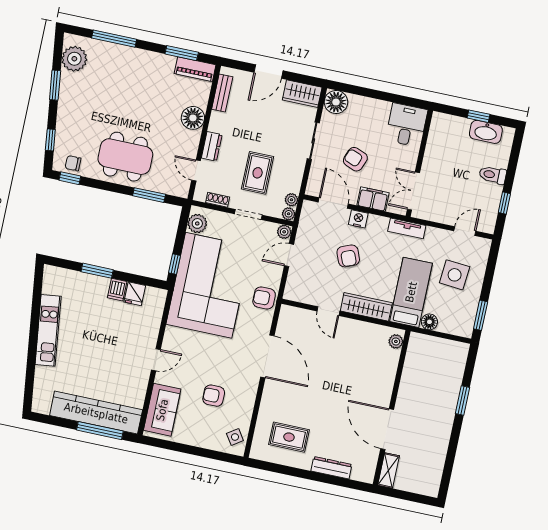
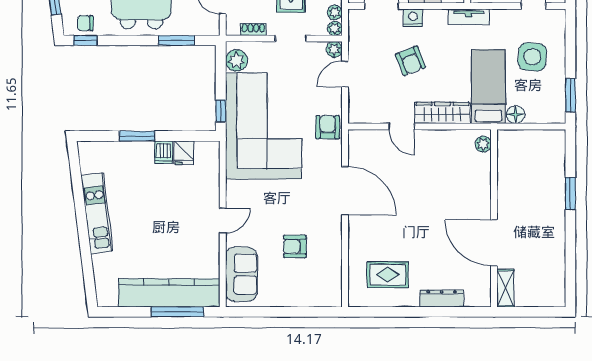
armchair: (264, 298) -> (328, 127), turned 90
side table: (235, 437) -> (328, 287), removed

